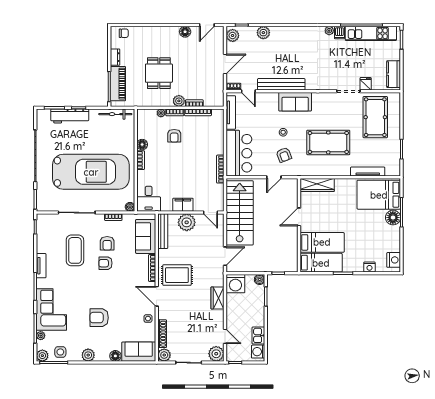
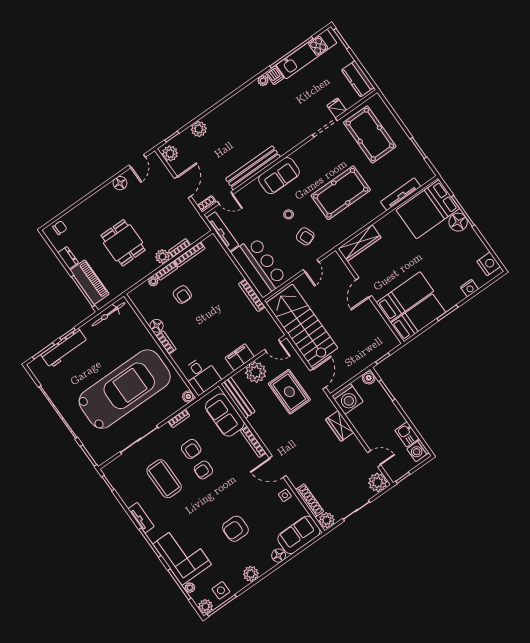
rug: (177, 275) -> (289, 392), moved, turned 90

